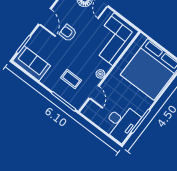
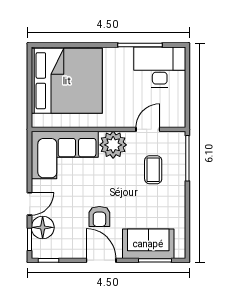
door: (45, 17) -> (101, 260), hinge flipped
sofa: (32, 63) -> (148, 244), moved, turned 90
plant: (100, 74) -> (113, 145), width x1.87, depth x1.87

